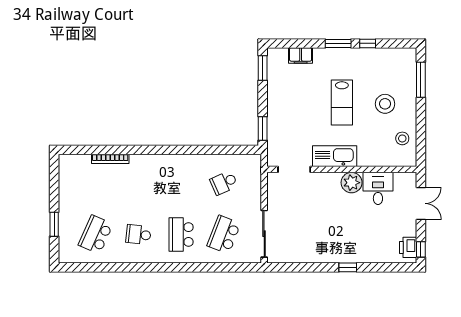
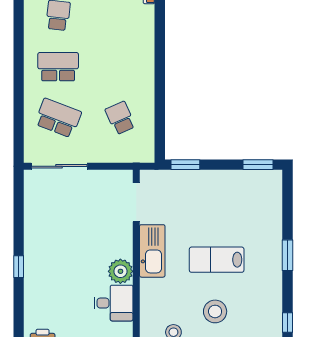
window: (368, 43) -> (288, 323), moved
filing cabinet: (301, 56) -> (273, 210), removed

